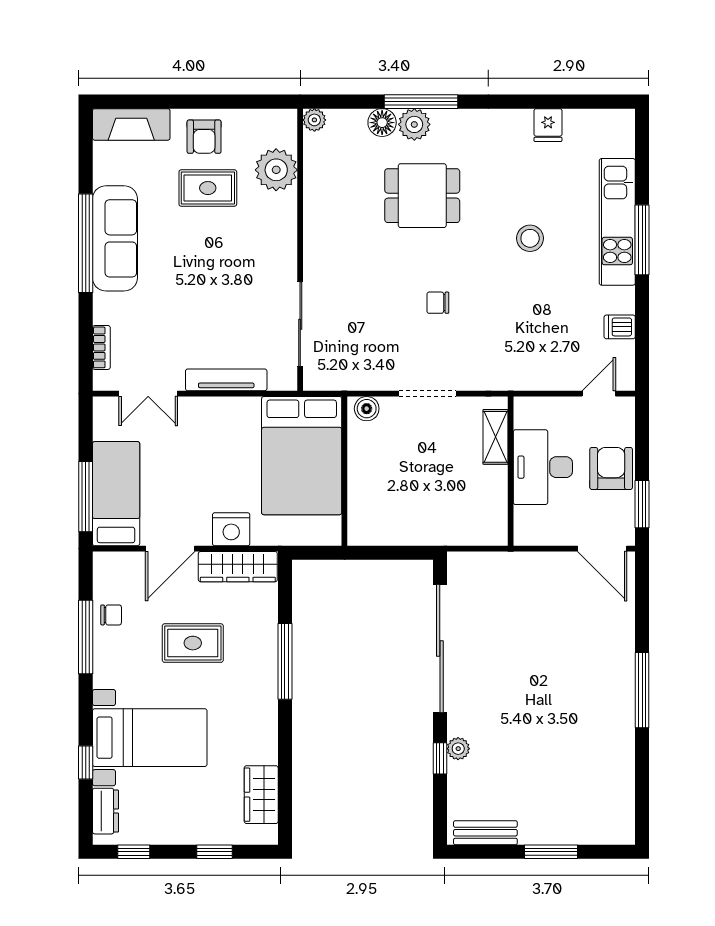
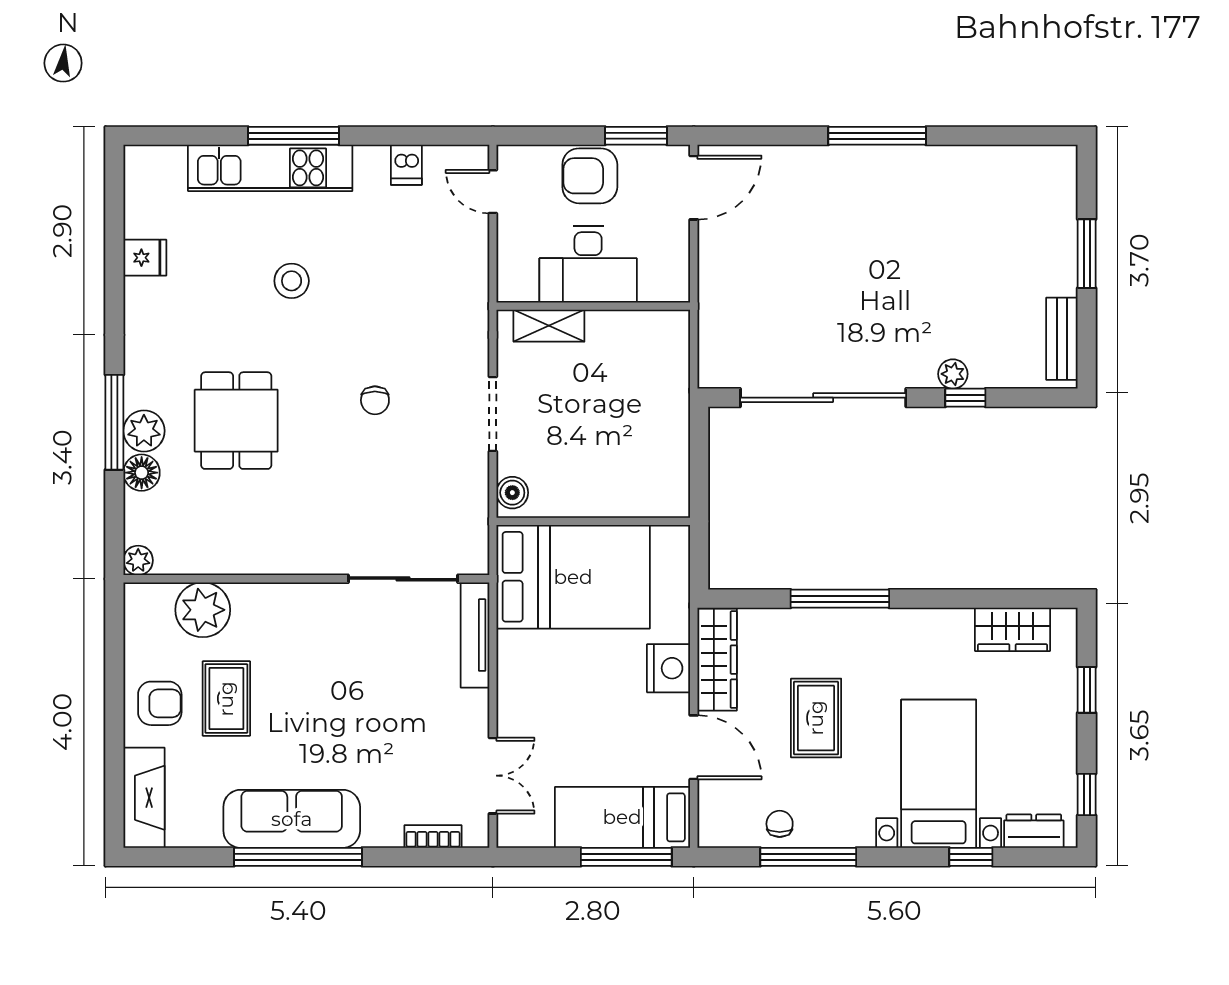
tv unit: (226, 380) -> (475, 635), moved

